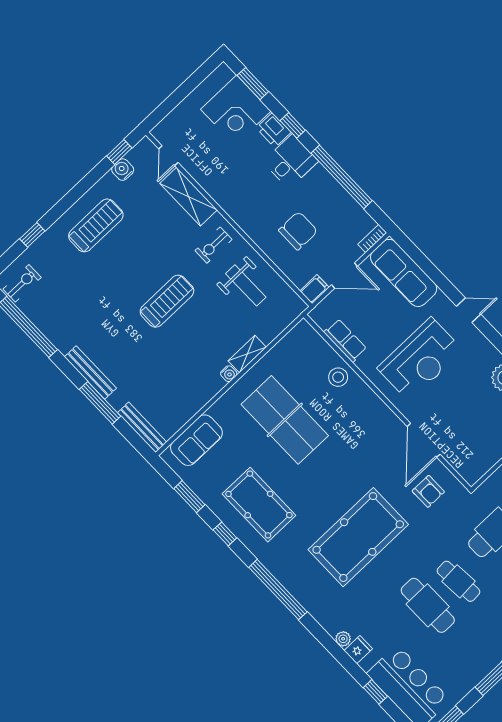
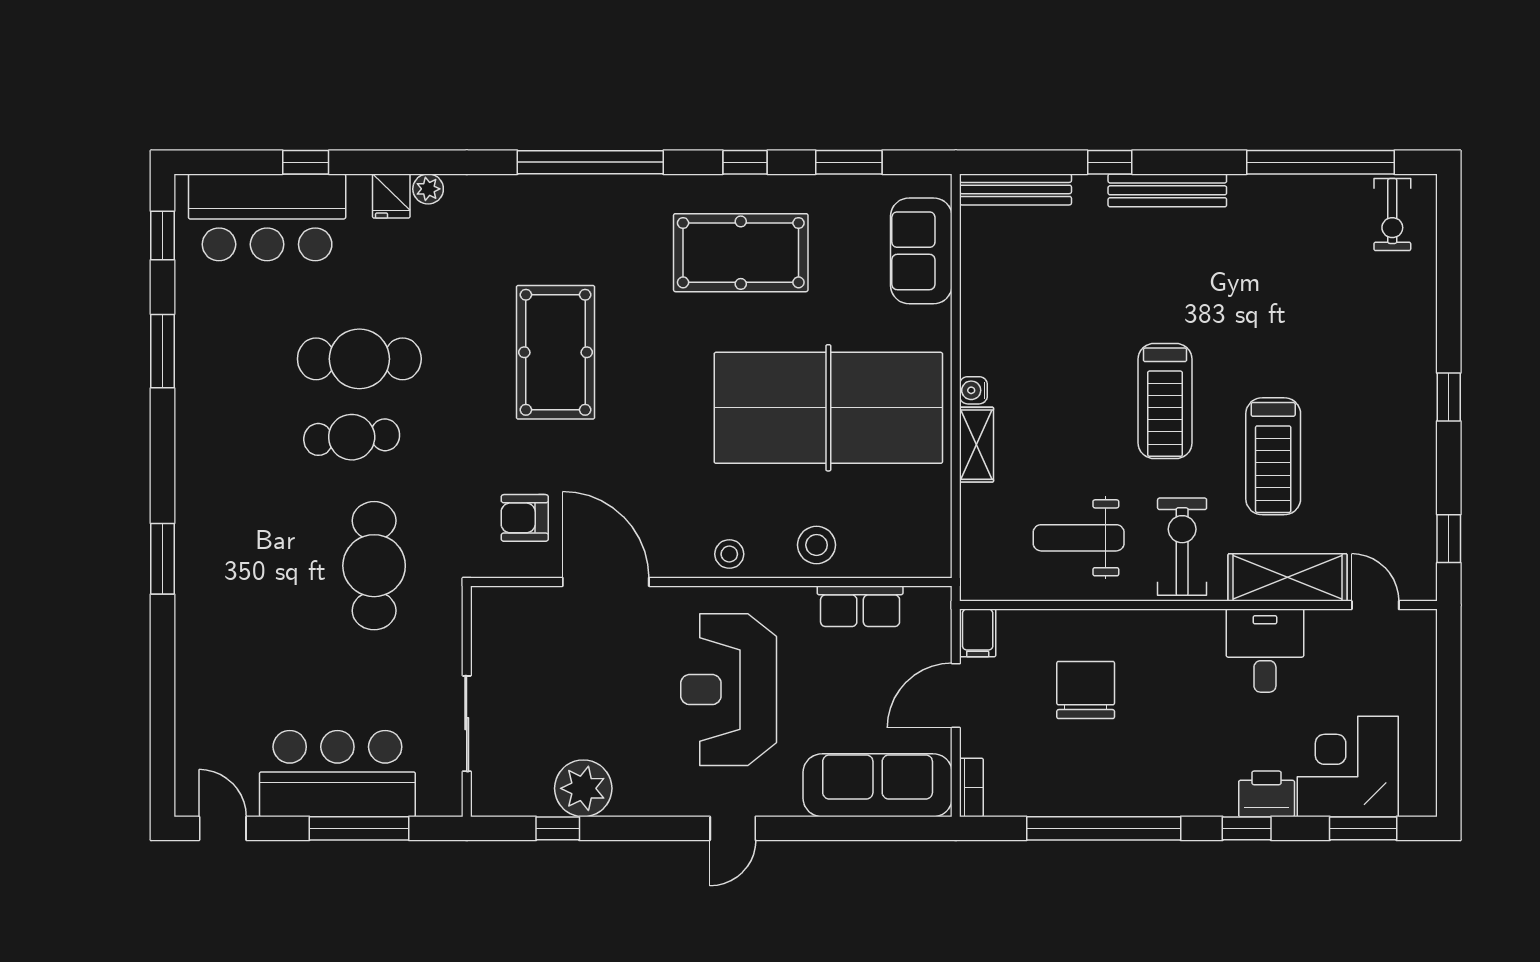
desk: (291, 161) -> (1265, 651), moved, turned 180
water cooler: (123, 170) -> (1418, 519), removed
treadmill: (96, 225) -> (1273, 456), moved
chair: (298, 231) -> (1086, 690), turned 180
window: (32, 235) -> (1449, 397), moved
exercise bike: (214, 245) -> (1182, 547), width x1.38, depth x1.39
window: (100, 403) -> (1110, 162), width x0.46
stool: (371, 405) -> (729, 554), added
table tennis table: (285, 420) -> (828, 408), width x1.36, depth x1.32
pool table: (358, 537) -> (556, 352), width x0.73, depth x0.76

